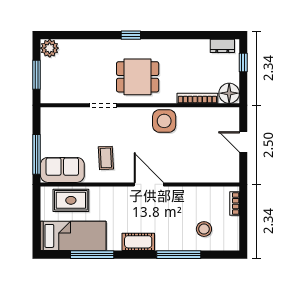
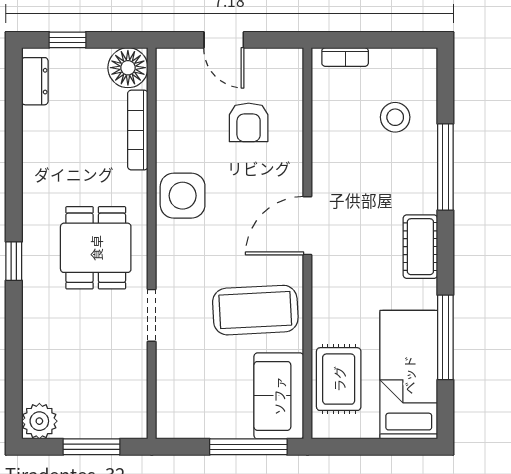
door: (243, 142) -> (224, 40), hinge flipped
armchair: (201, 155) -> (249, 122), added
coffee table: (106, 158) -> (255, 310), width x1.86, depth x1.72

